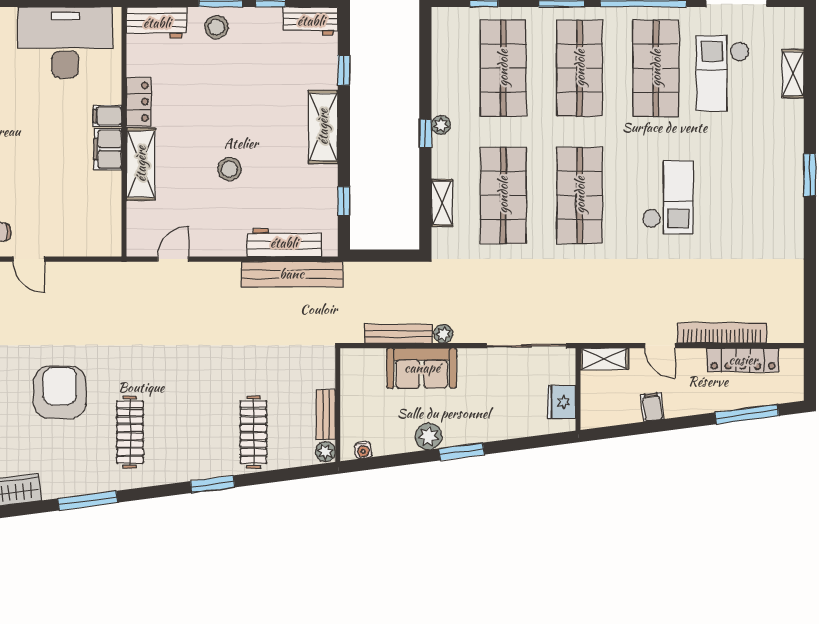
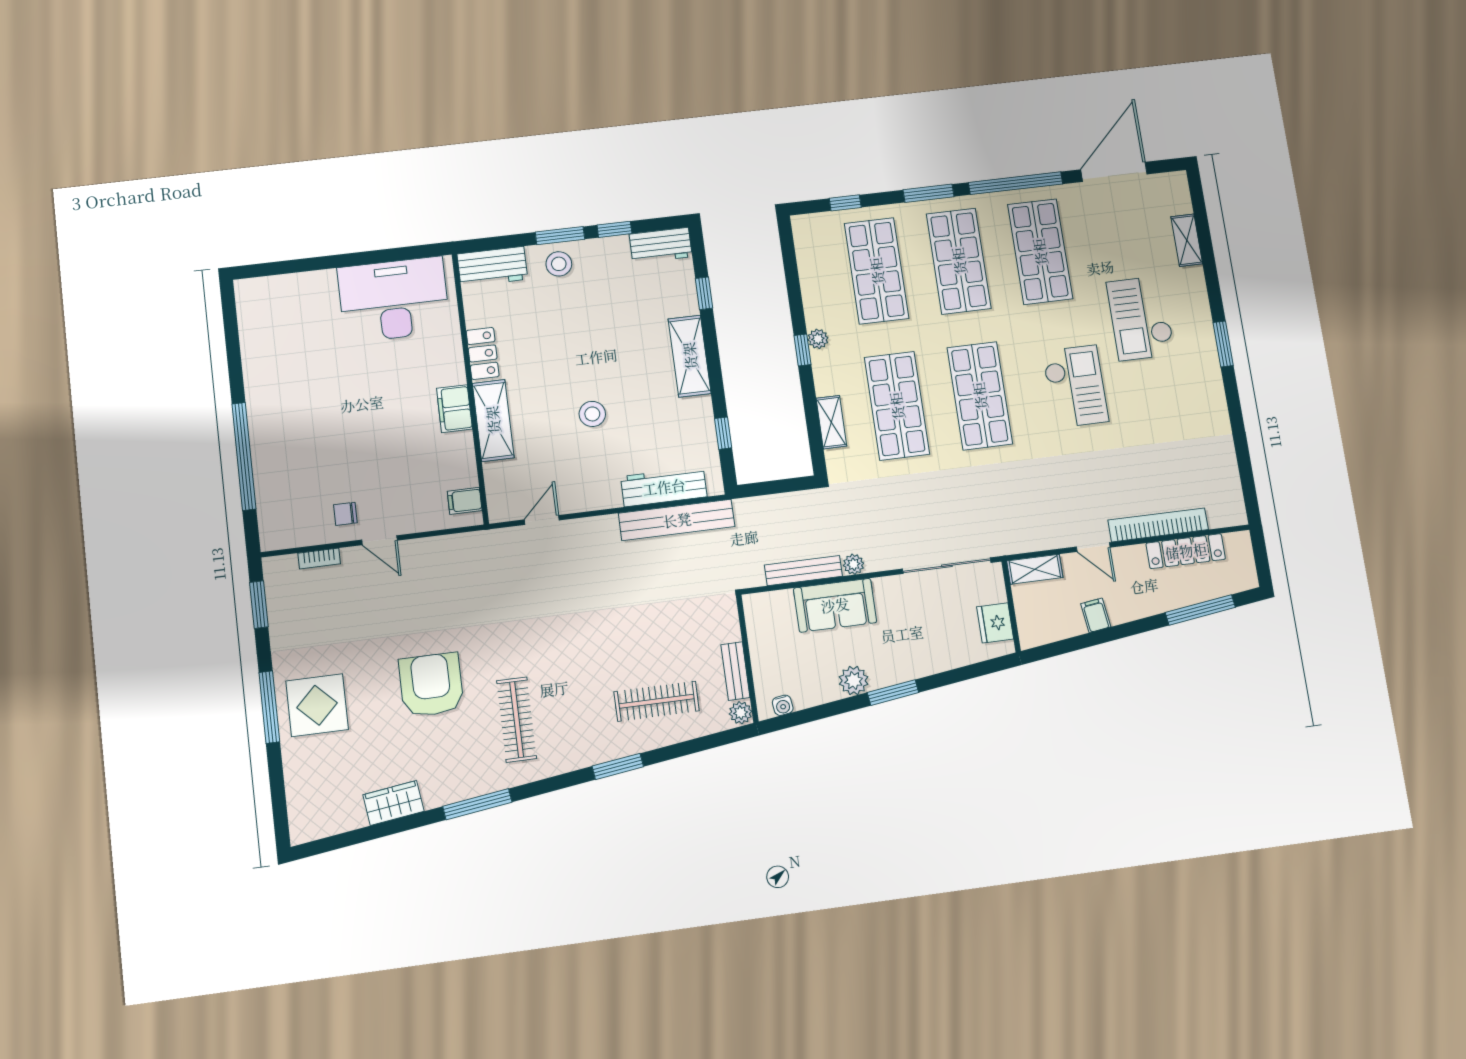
checkout: (723, 73) -> (1141, 318), moved
filing cabinet: (107, 116) -> (465, 501), moved
clothes rail: (253, 432) -> (657, 701), turned 90

